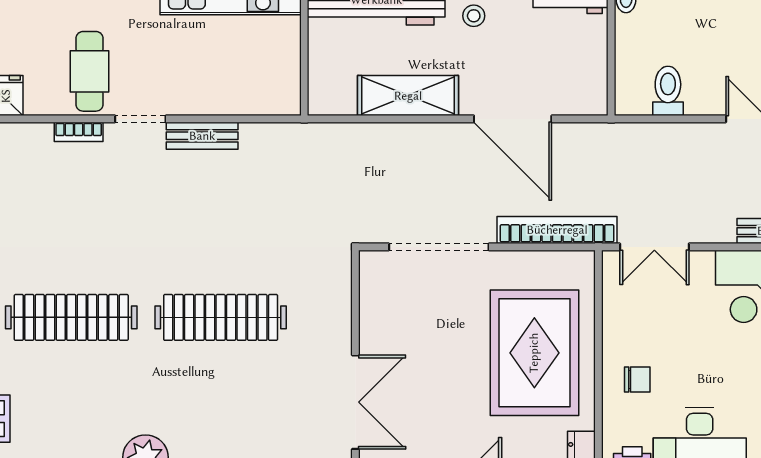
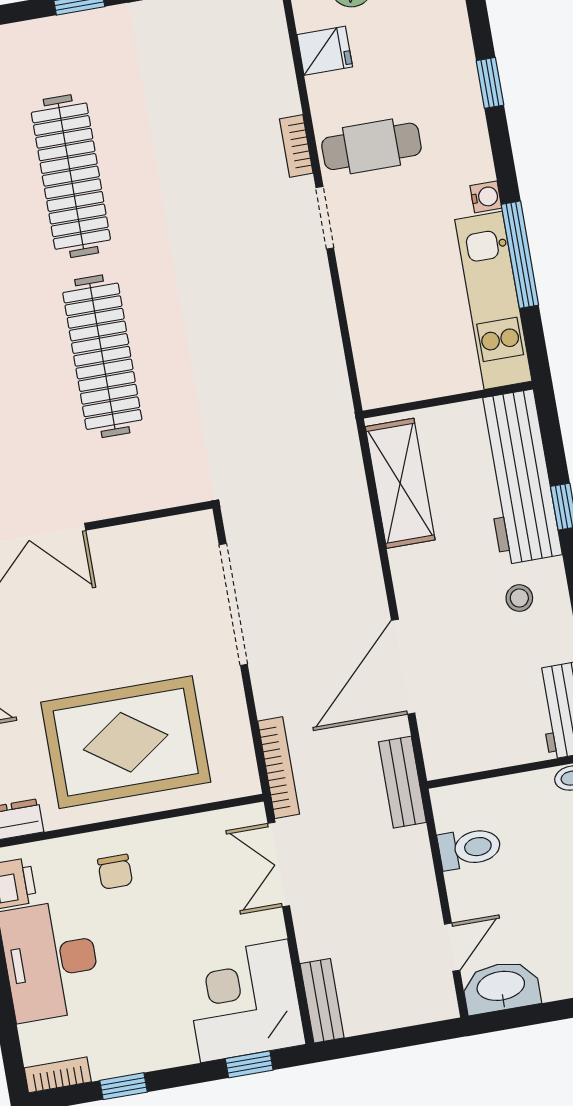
shelving: (408, 96) -> (400, 483), moved
bench: (202, 136) -> (402, 782), moved
bookcase: (557, 230) -> (279, 768), width x0.68, depth x0.76

